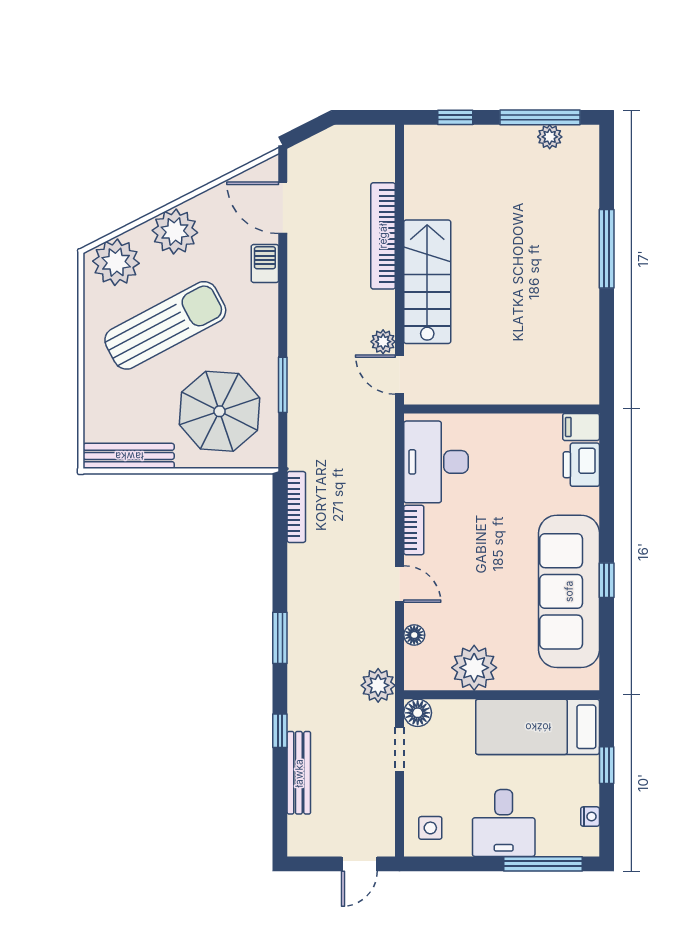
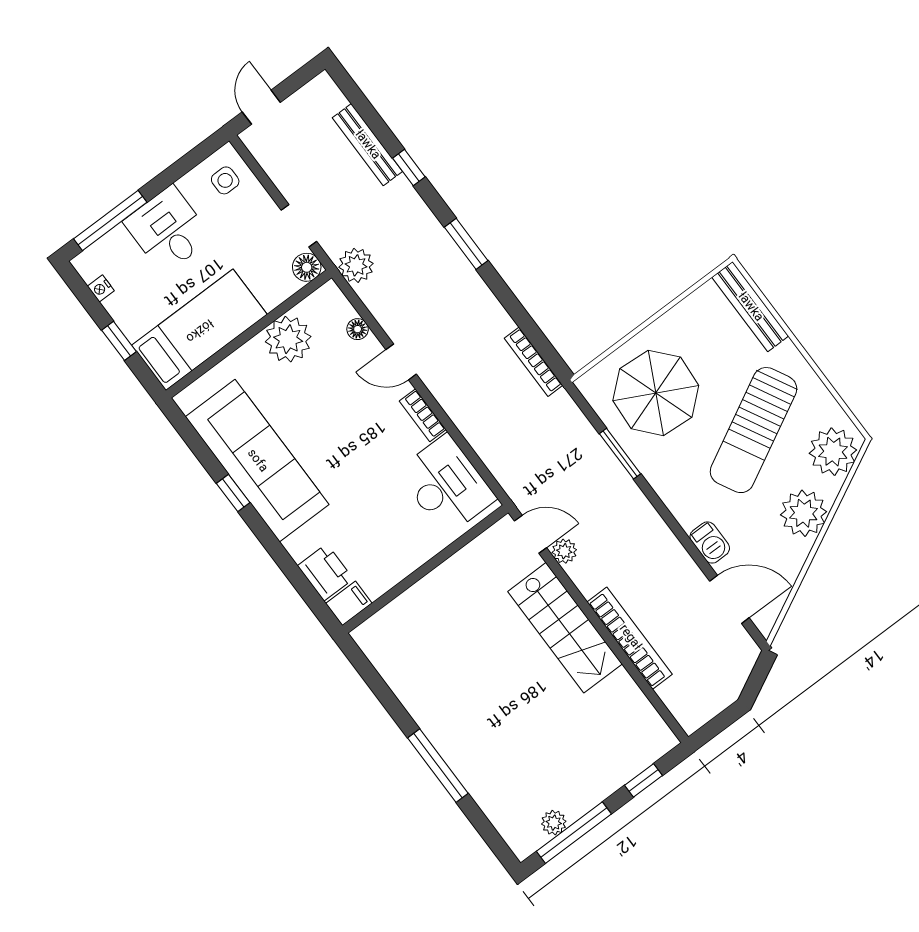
bench: (129, 456) -> (750, 307), moved, turned 90

